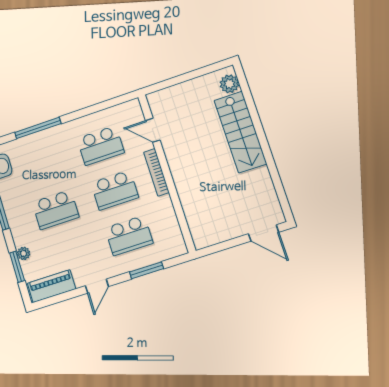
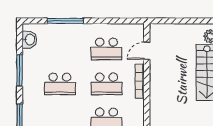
door: (153, 130) -> (147, 51), hinge flipped
plant: (24, 253) -> (27, 107), removed

